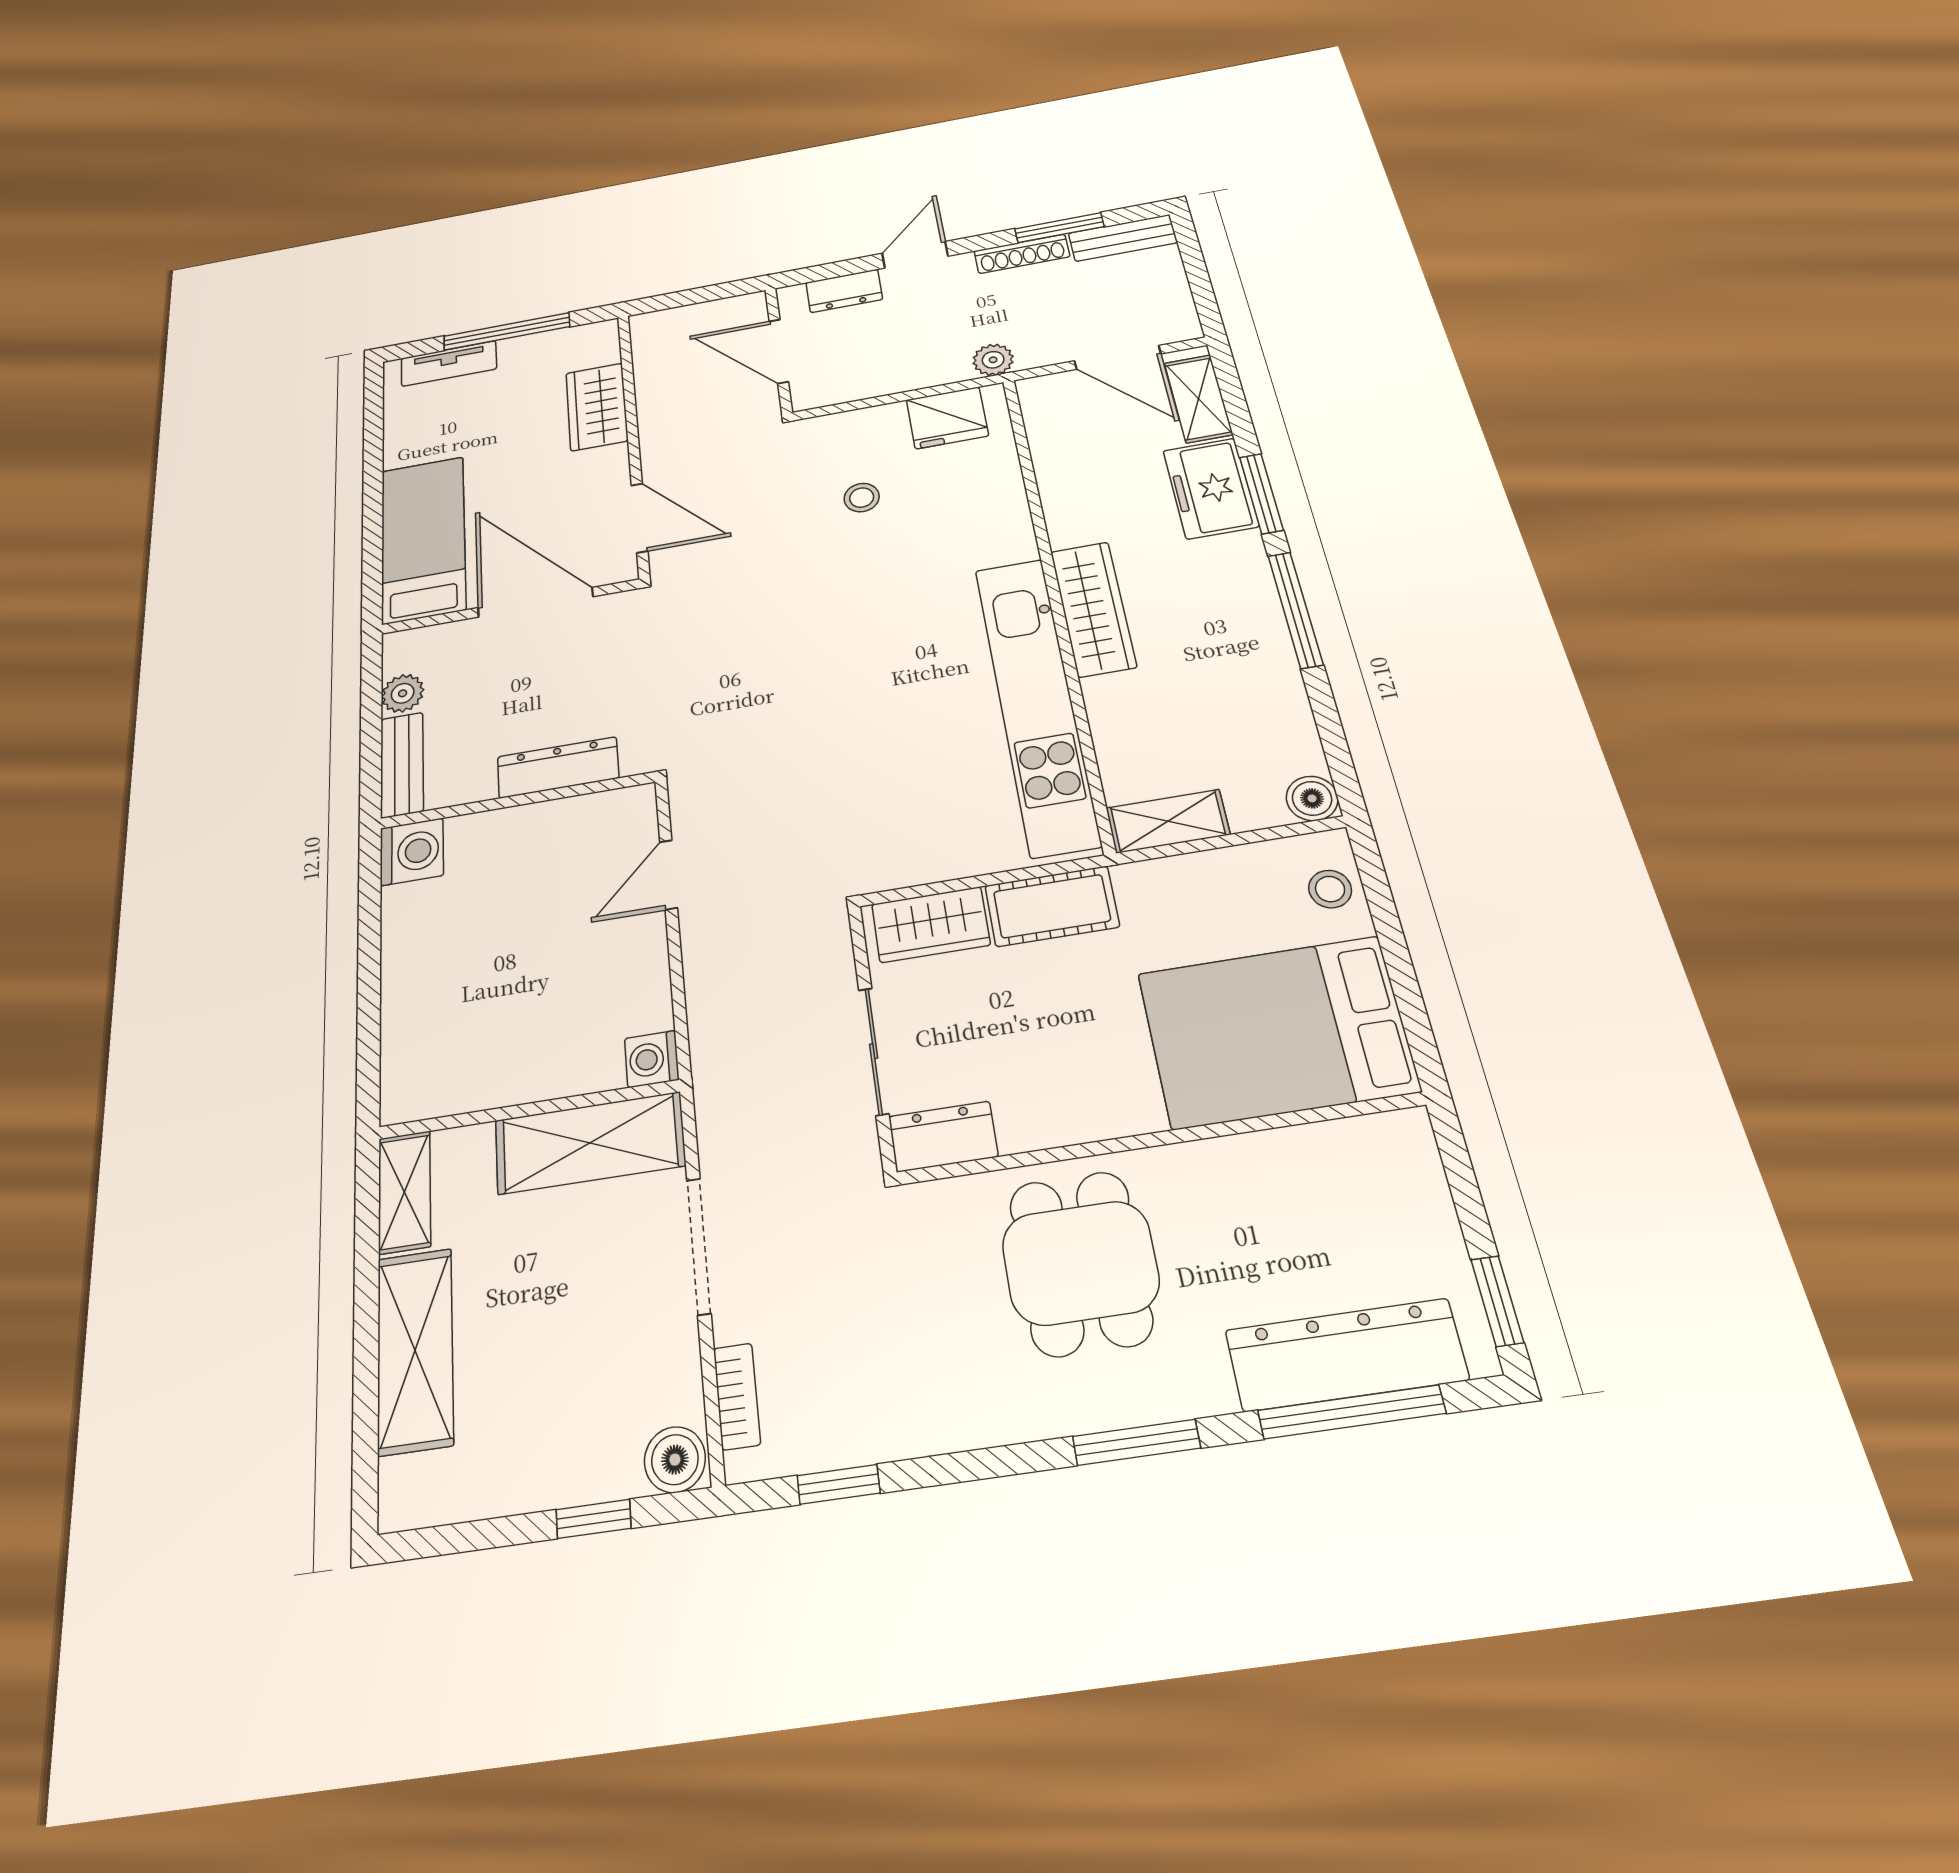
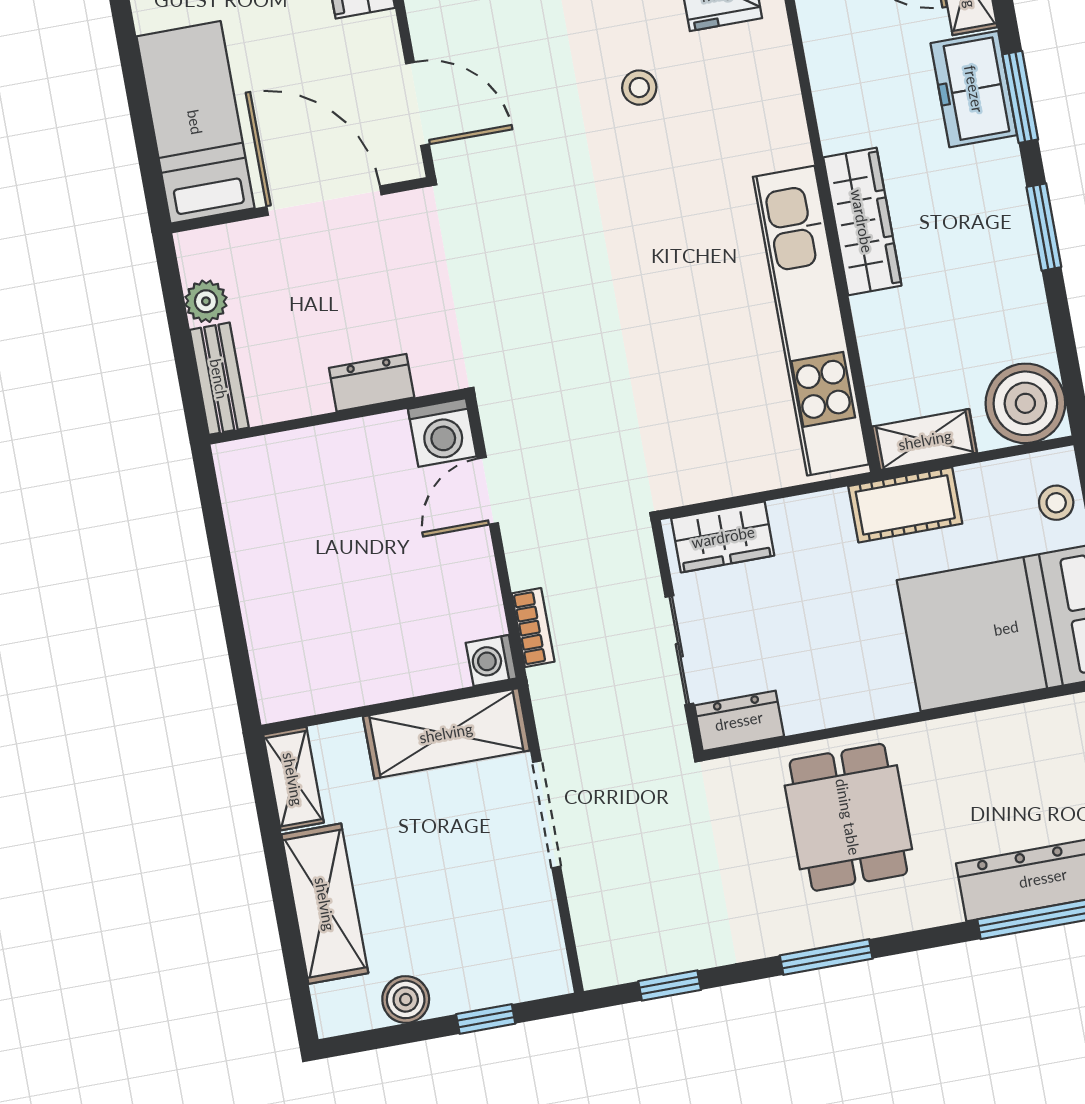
window: (1295, 610) -> (1044, 227), width x0.69
dresser: (558, 767) -> (372, 383), width x0.70
boiler: (1312, 798) -> (1025, 403), width x1.86, depth x1.86
washing machine: (412, 852) -> (442, 433), moved, turned 90
cot: (1052, 906) -> (905, 505), moved
bookcase: (737, 1396) -> (533, 628), moved
window: (1136, 1442) -> (826, 957), moved
boiler: (675, 1460) -> (406, 999), moved

